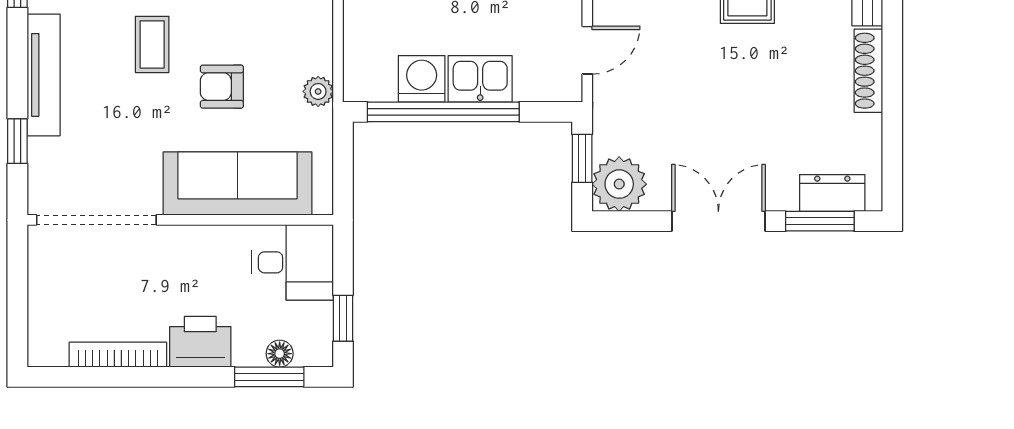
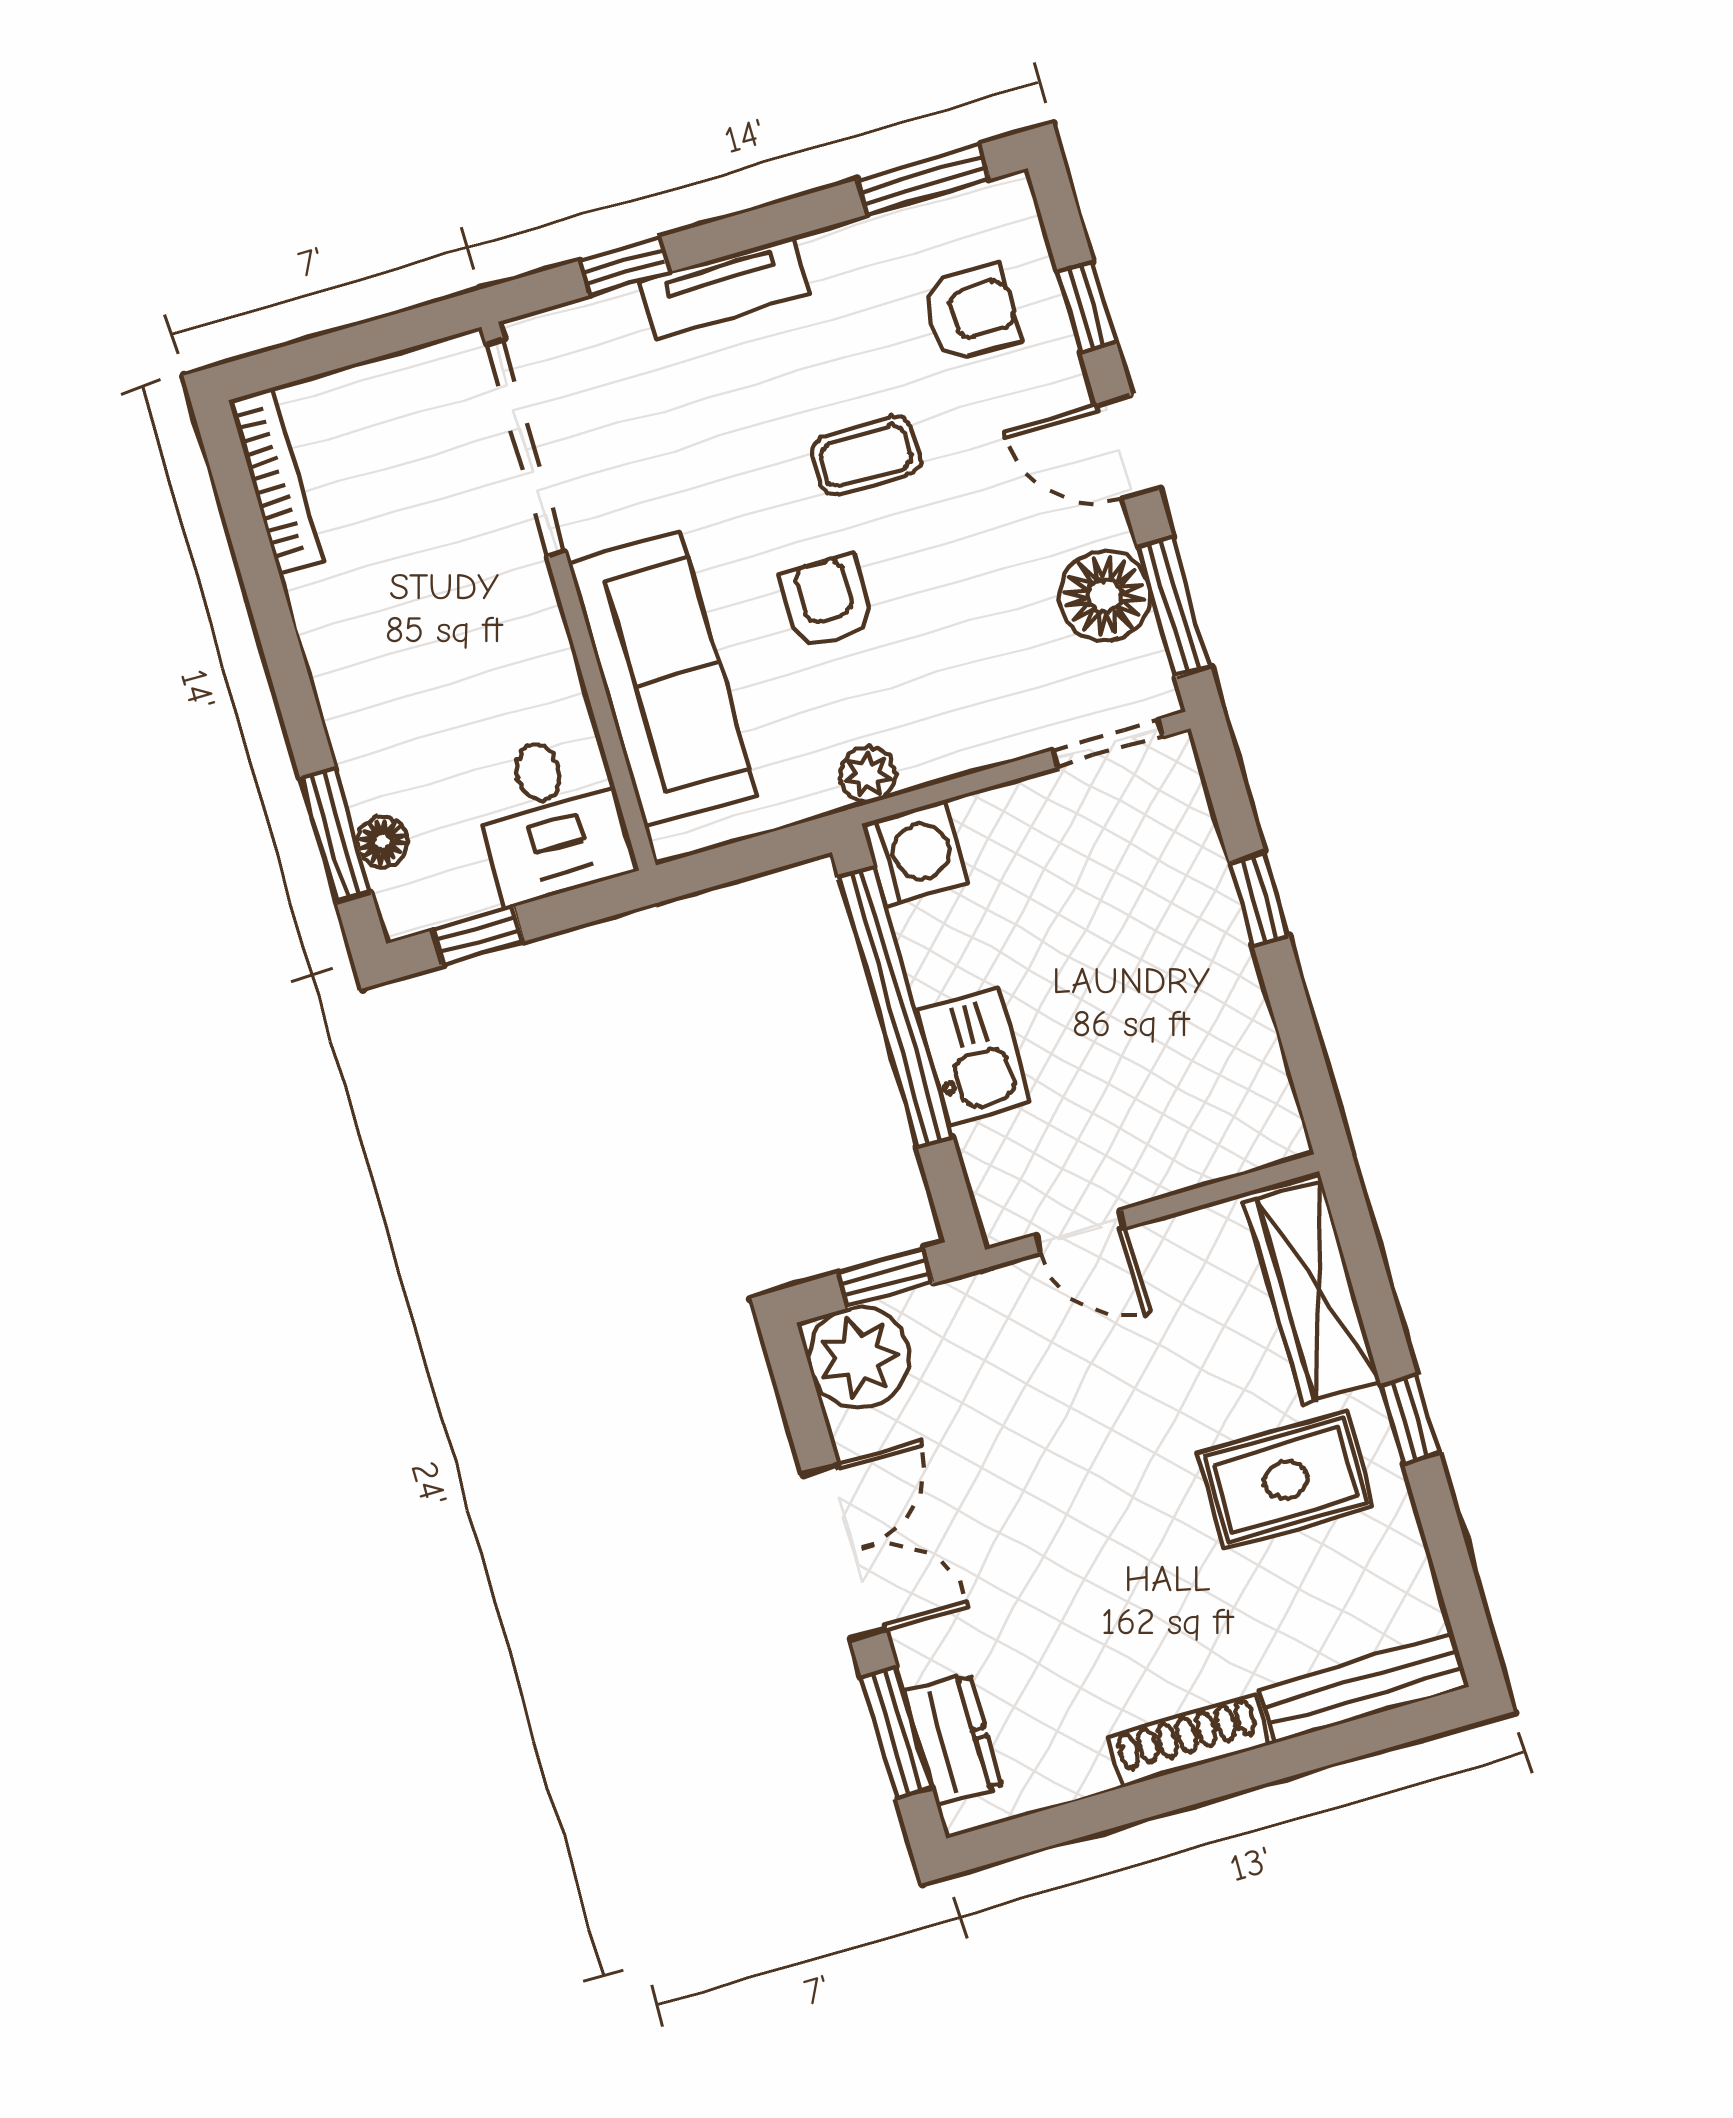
tv unit: (44, 75) -> (724, 288), width x0.71
washing machine: (422, 79) -> (915, 853), moved
printer: (200, 342) -> (363, 695), removed
bookcase: (118, 355) -> (275, 480), moved

